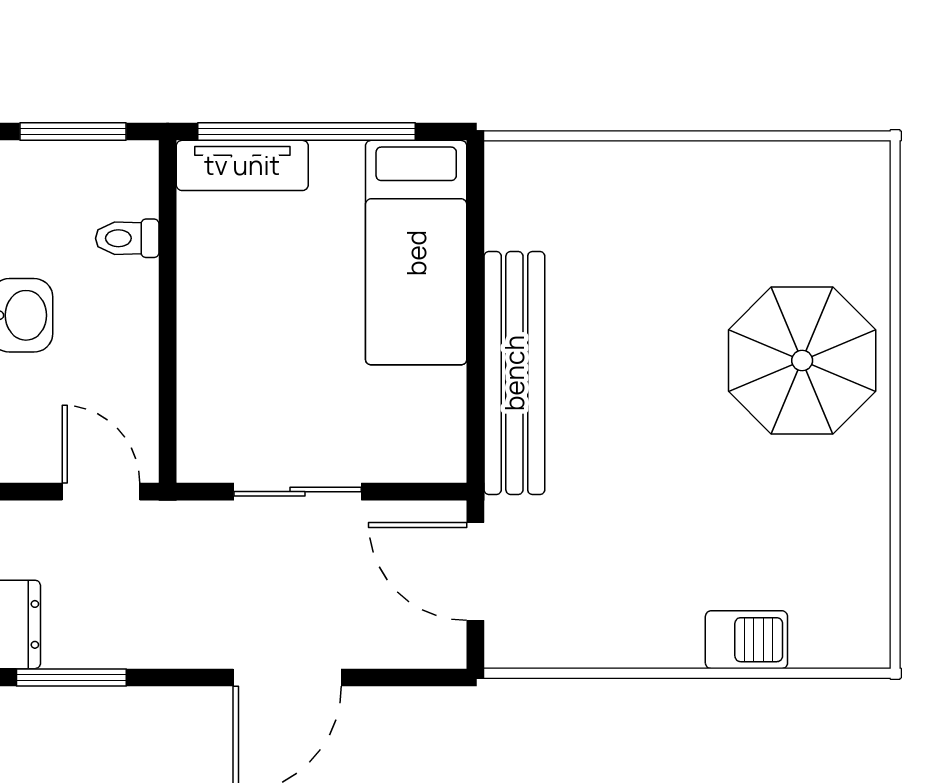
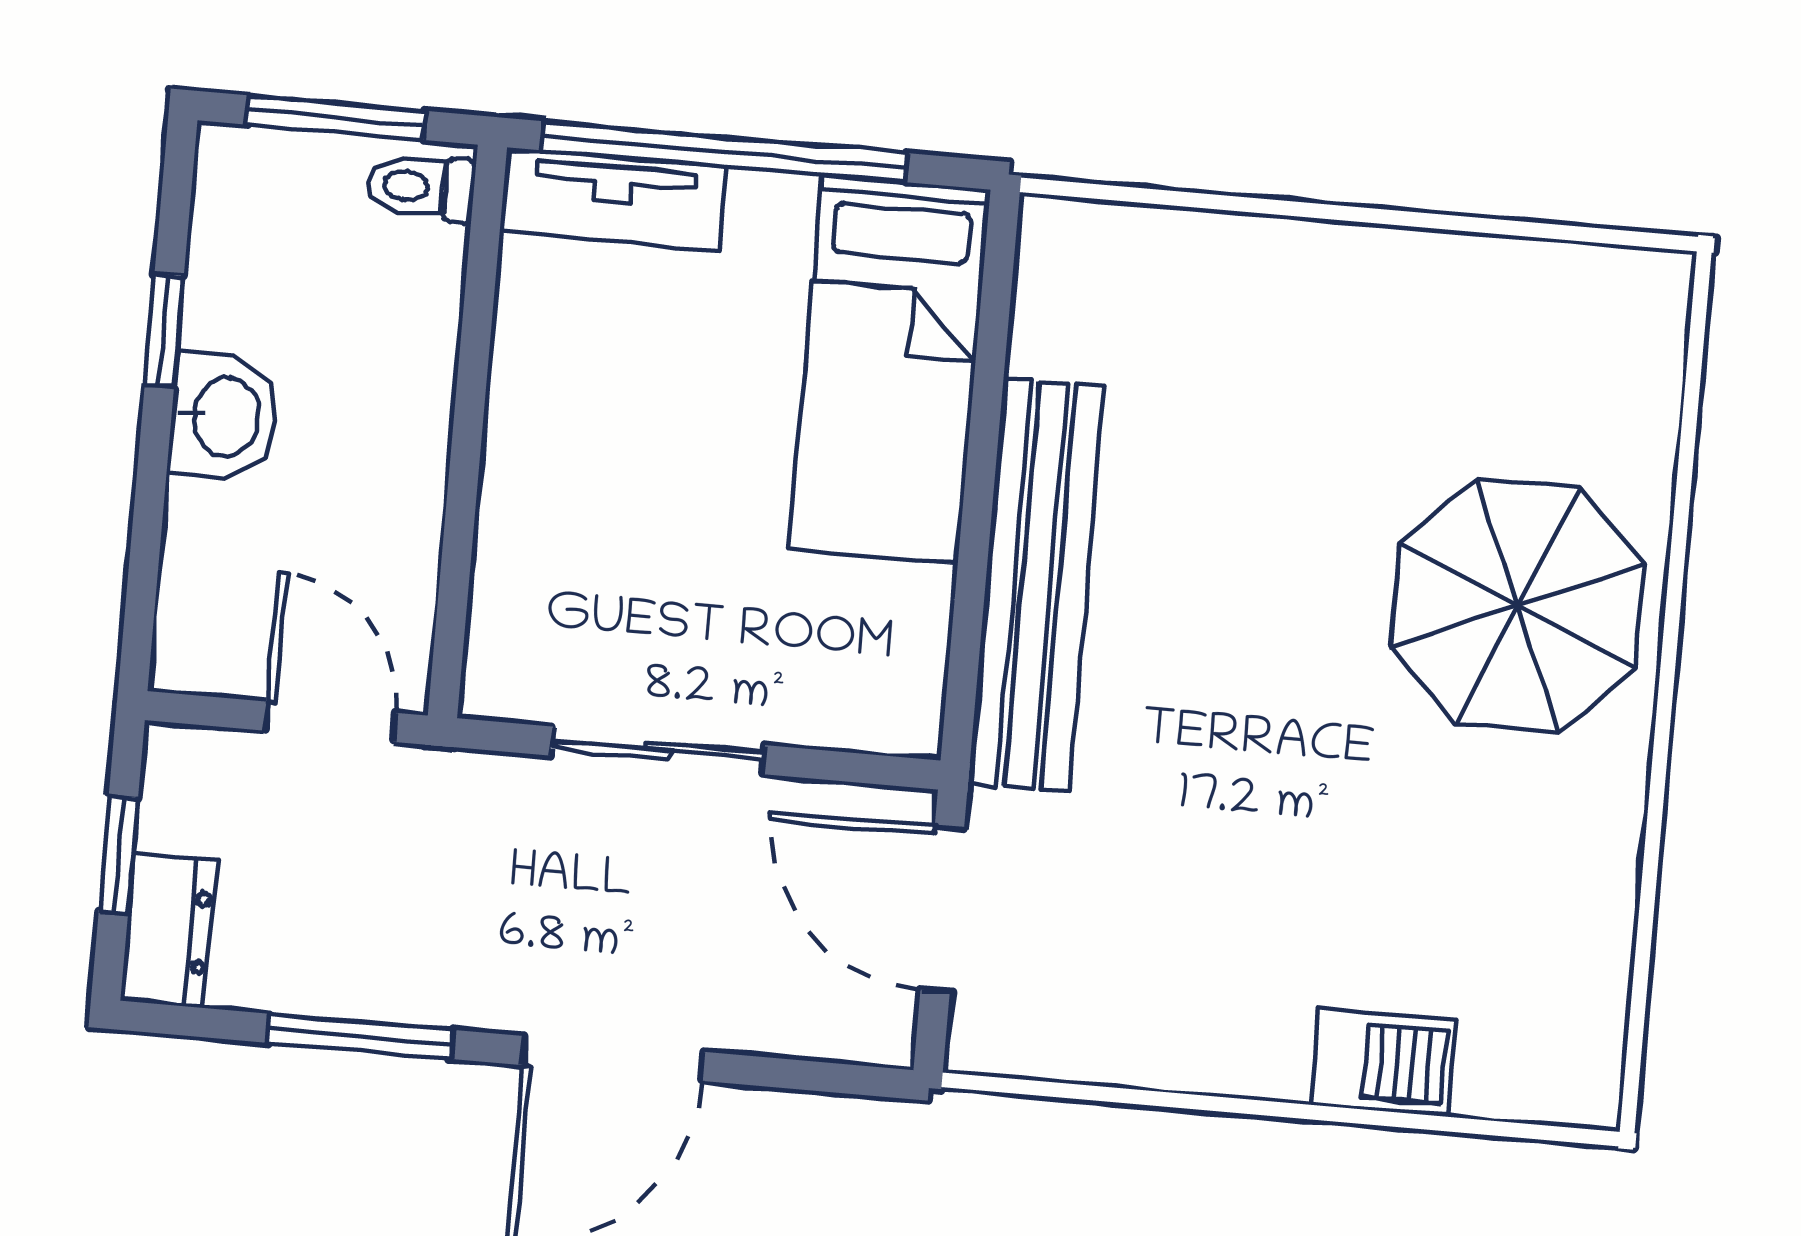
toilet: (127, 238) -> (421, 187), moved
window: (71, 678) -> (360, 1036), moved

